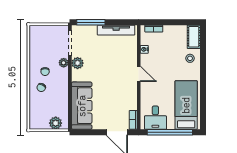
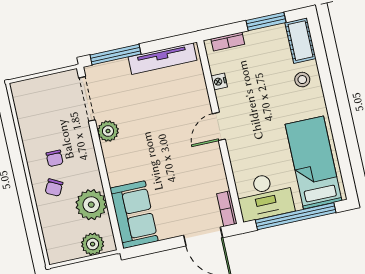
window: (177, 22) -> (266, 21), added
plant: (64, 63) -> (91, 205), moved, width x1.88, depth x1.88
door: (139, 74) -> (219, 126), swing flipped
sofa: (82, 106) -> (134, 215), width x0.73
desk: (155, 118) -> (265, 196), width x1.37

